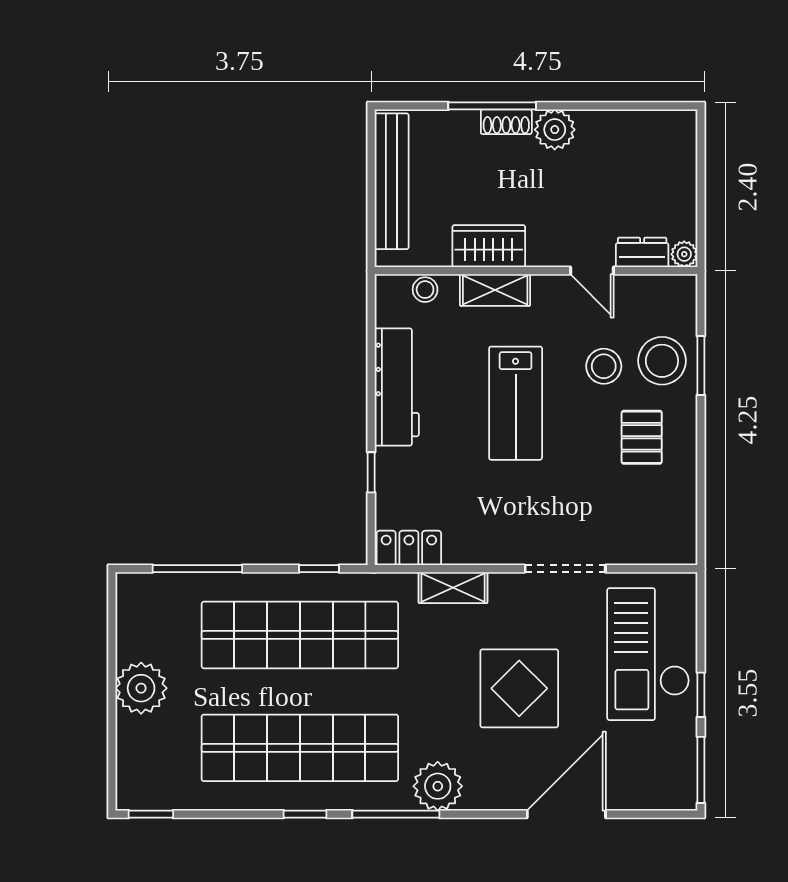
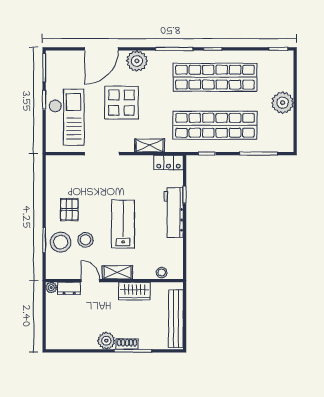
shelving: (495, 290) -> (117, 272), moved
workbench: (397, 387) -> (174, 212), moved
plant: (438, 786) -> (137, 61), moved

